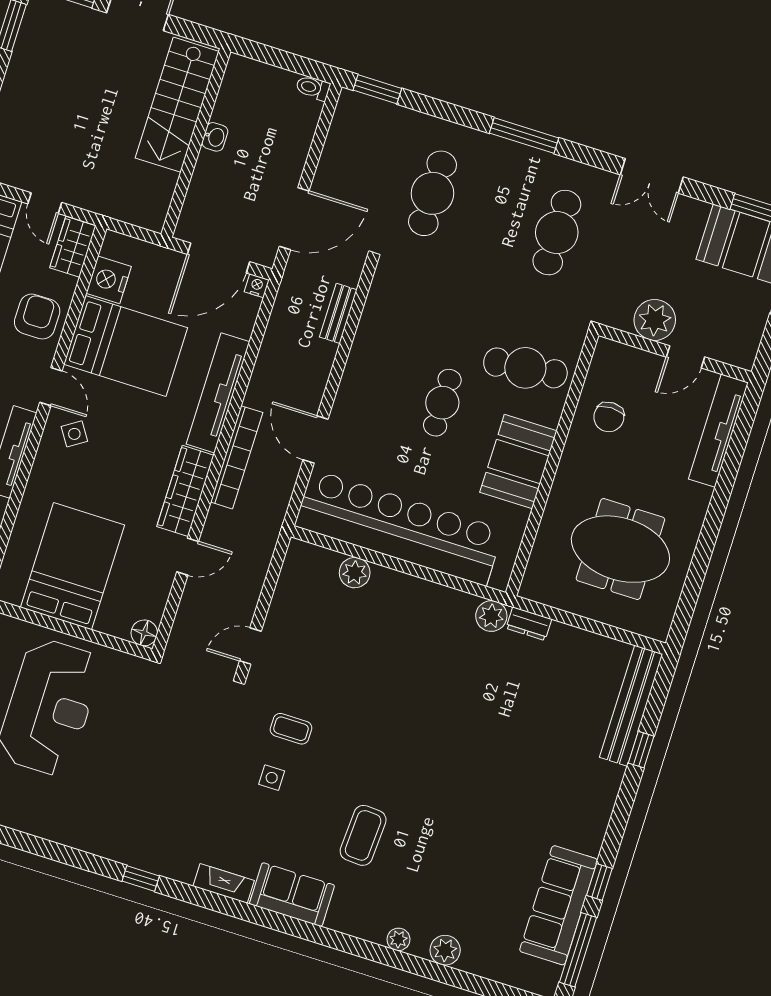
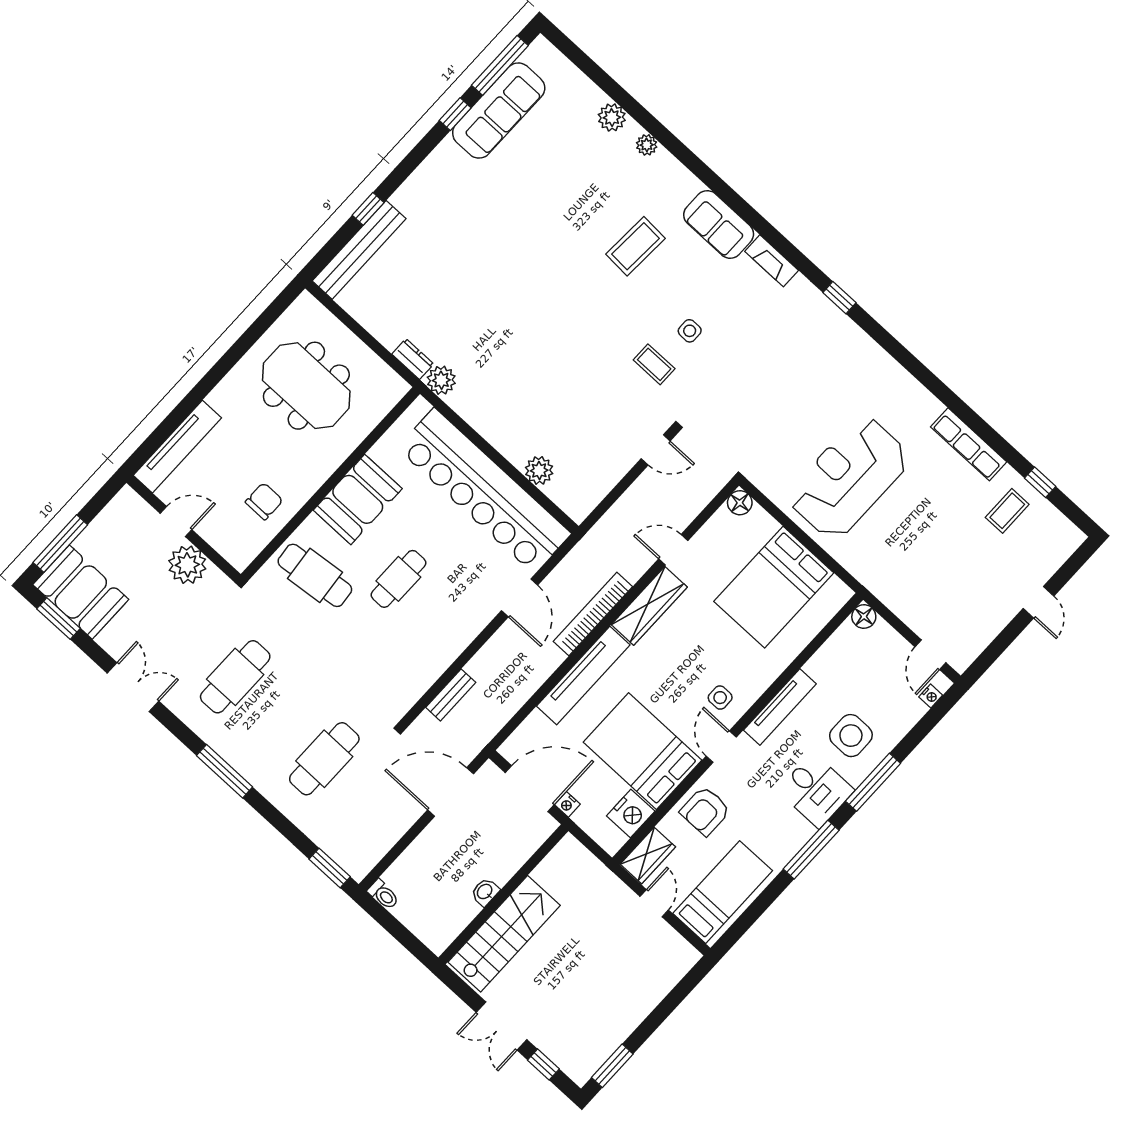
nightstand: (257, 286) -> (567, 804), moved
side table: (74, 434) -> (720, 698), turned 33

